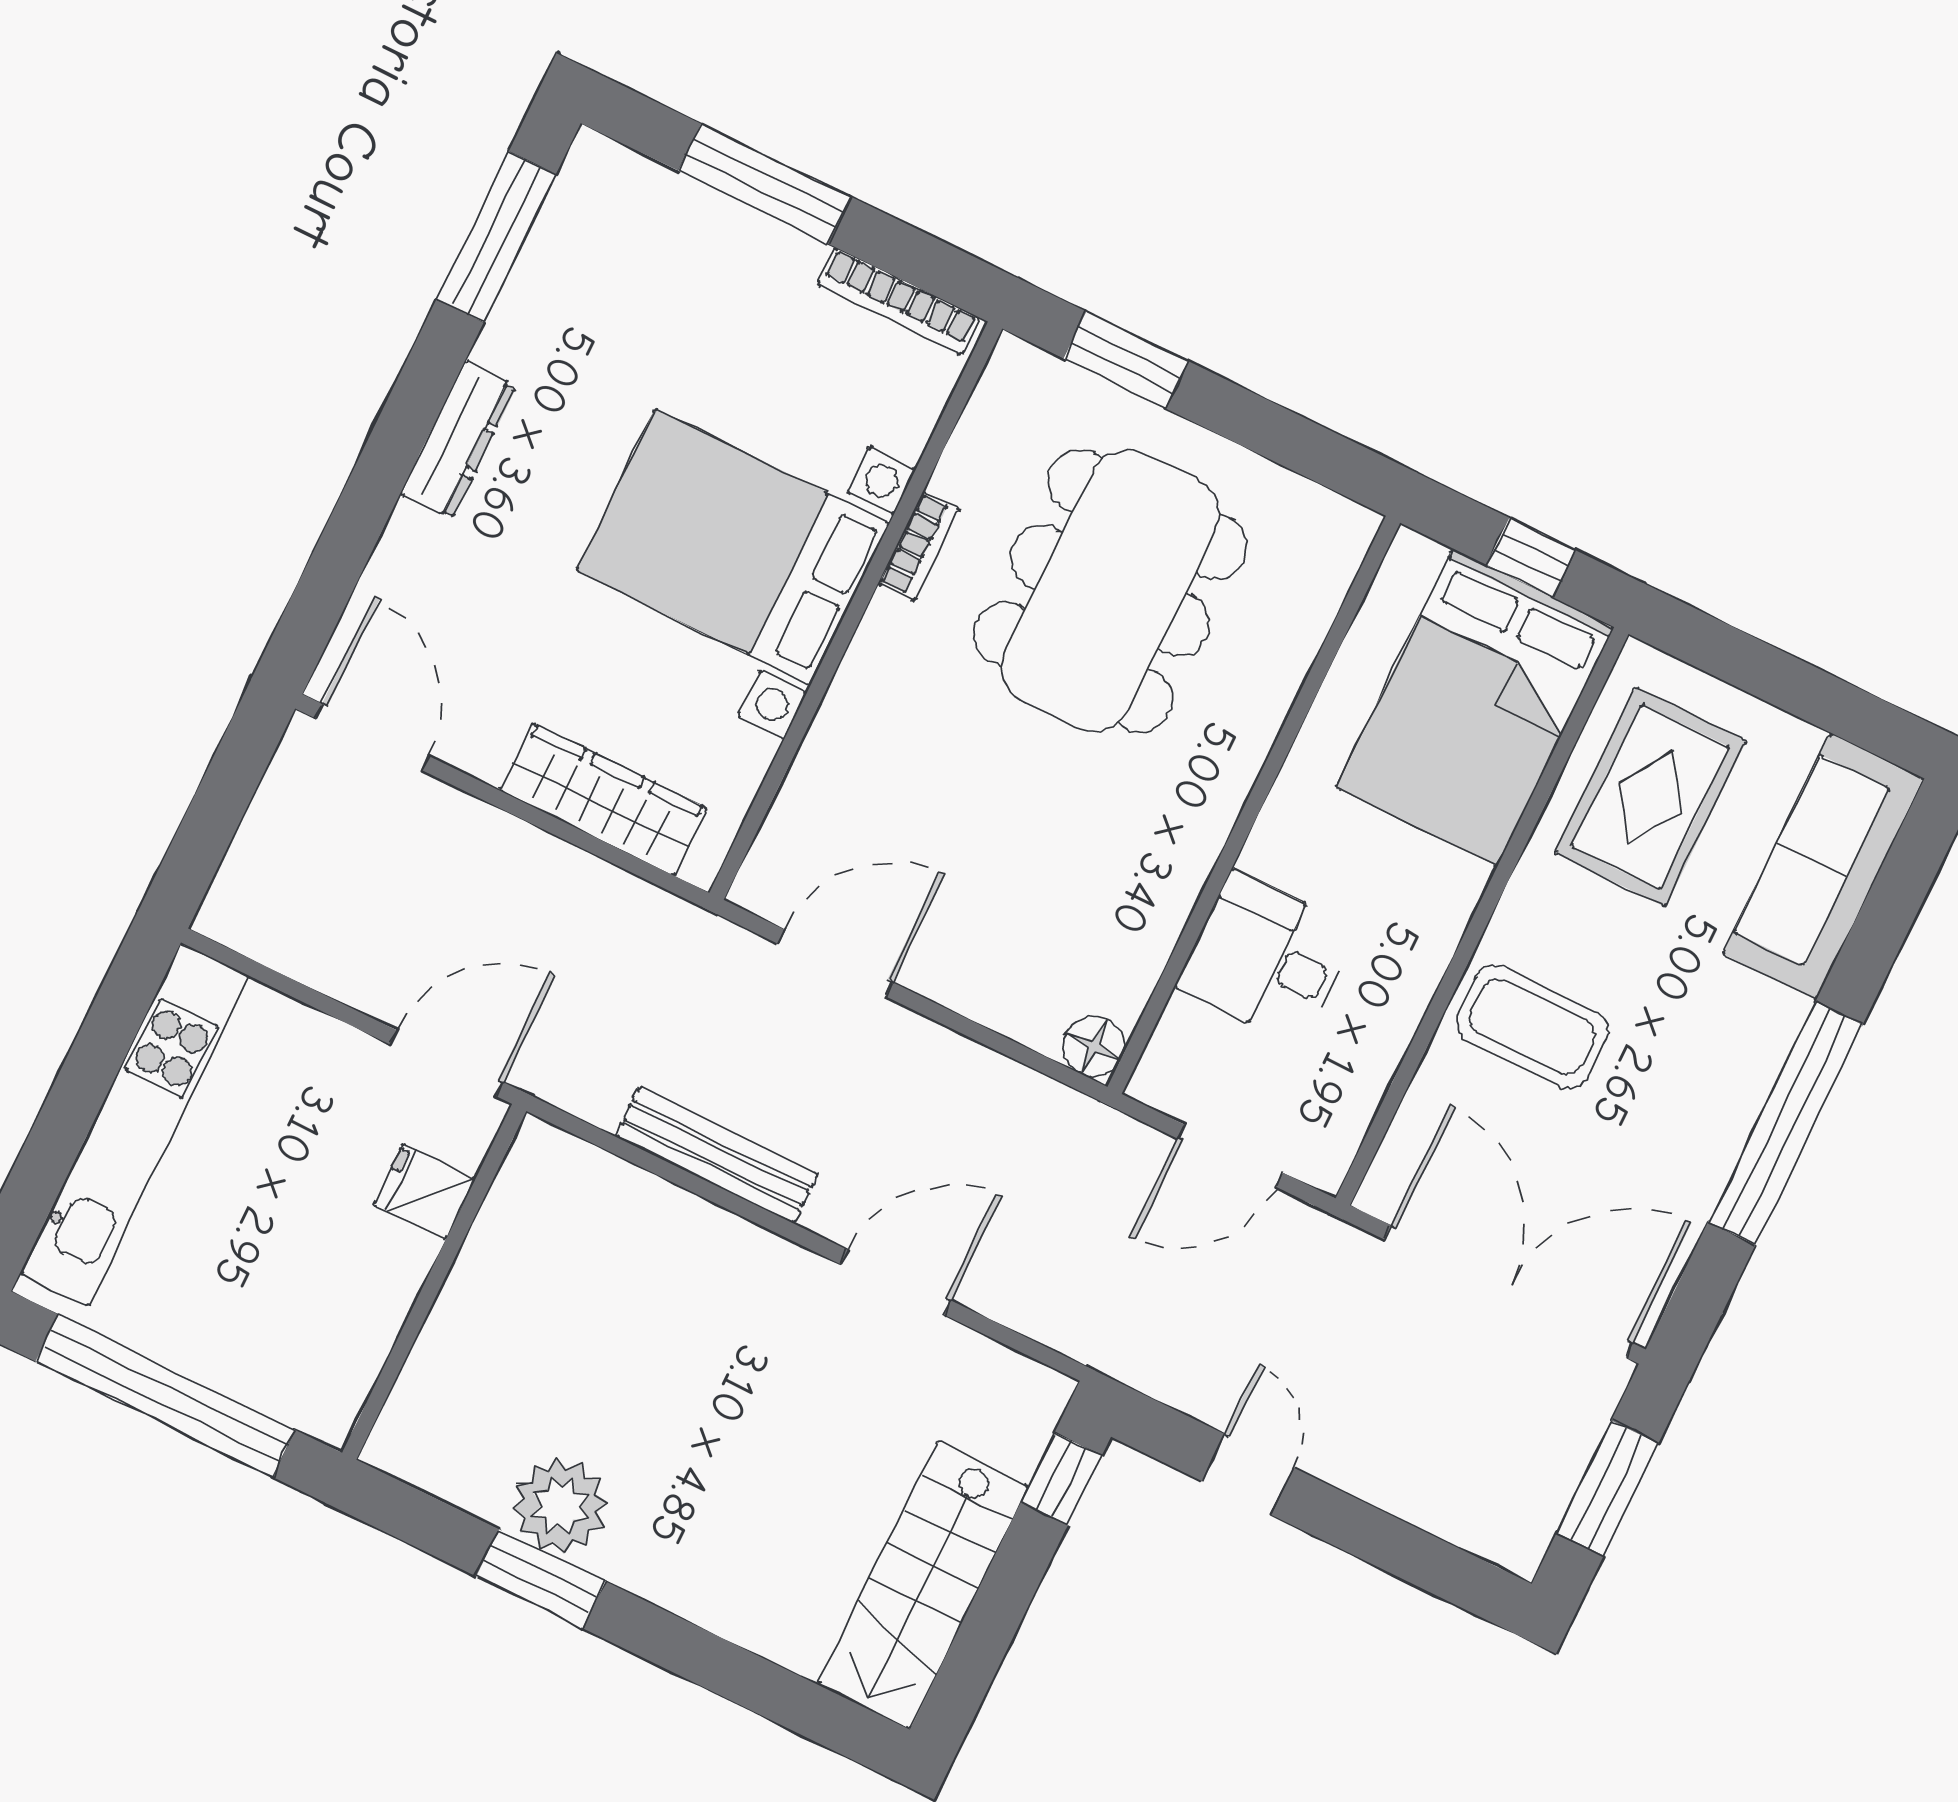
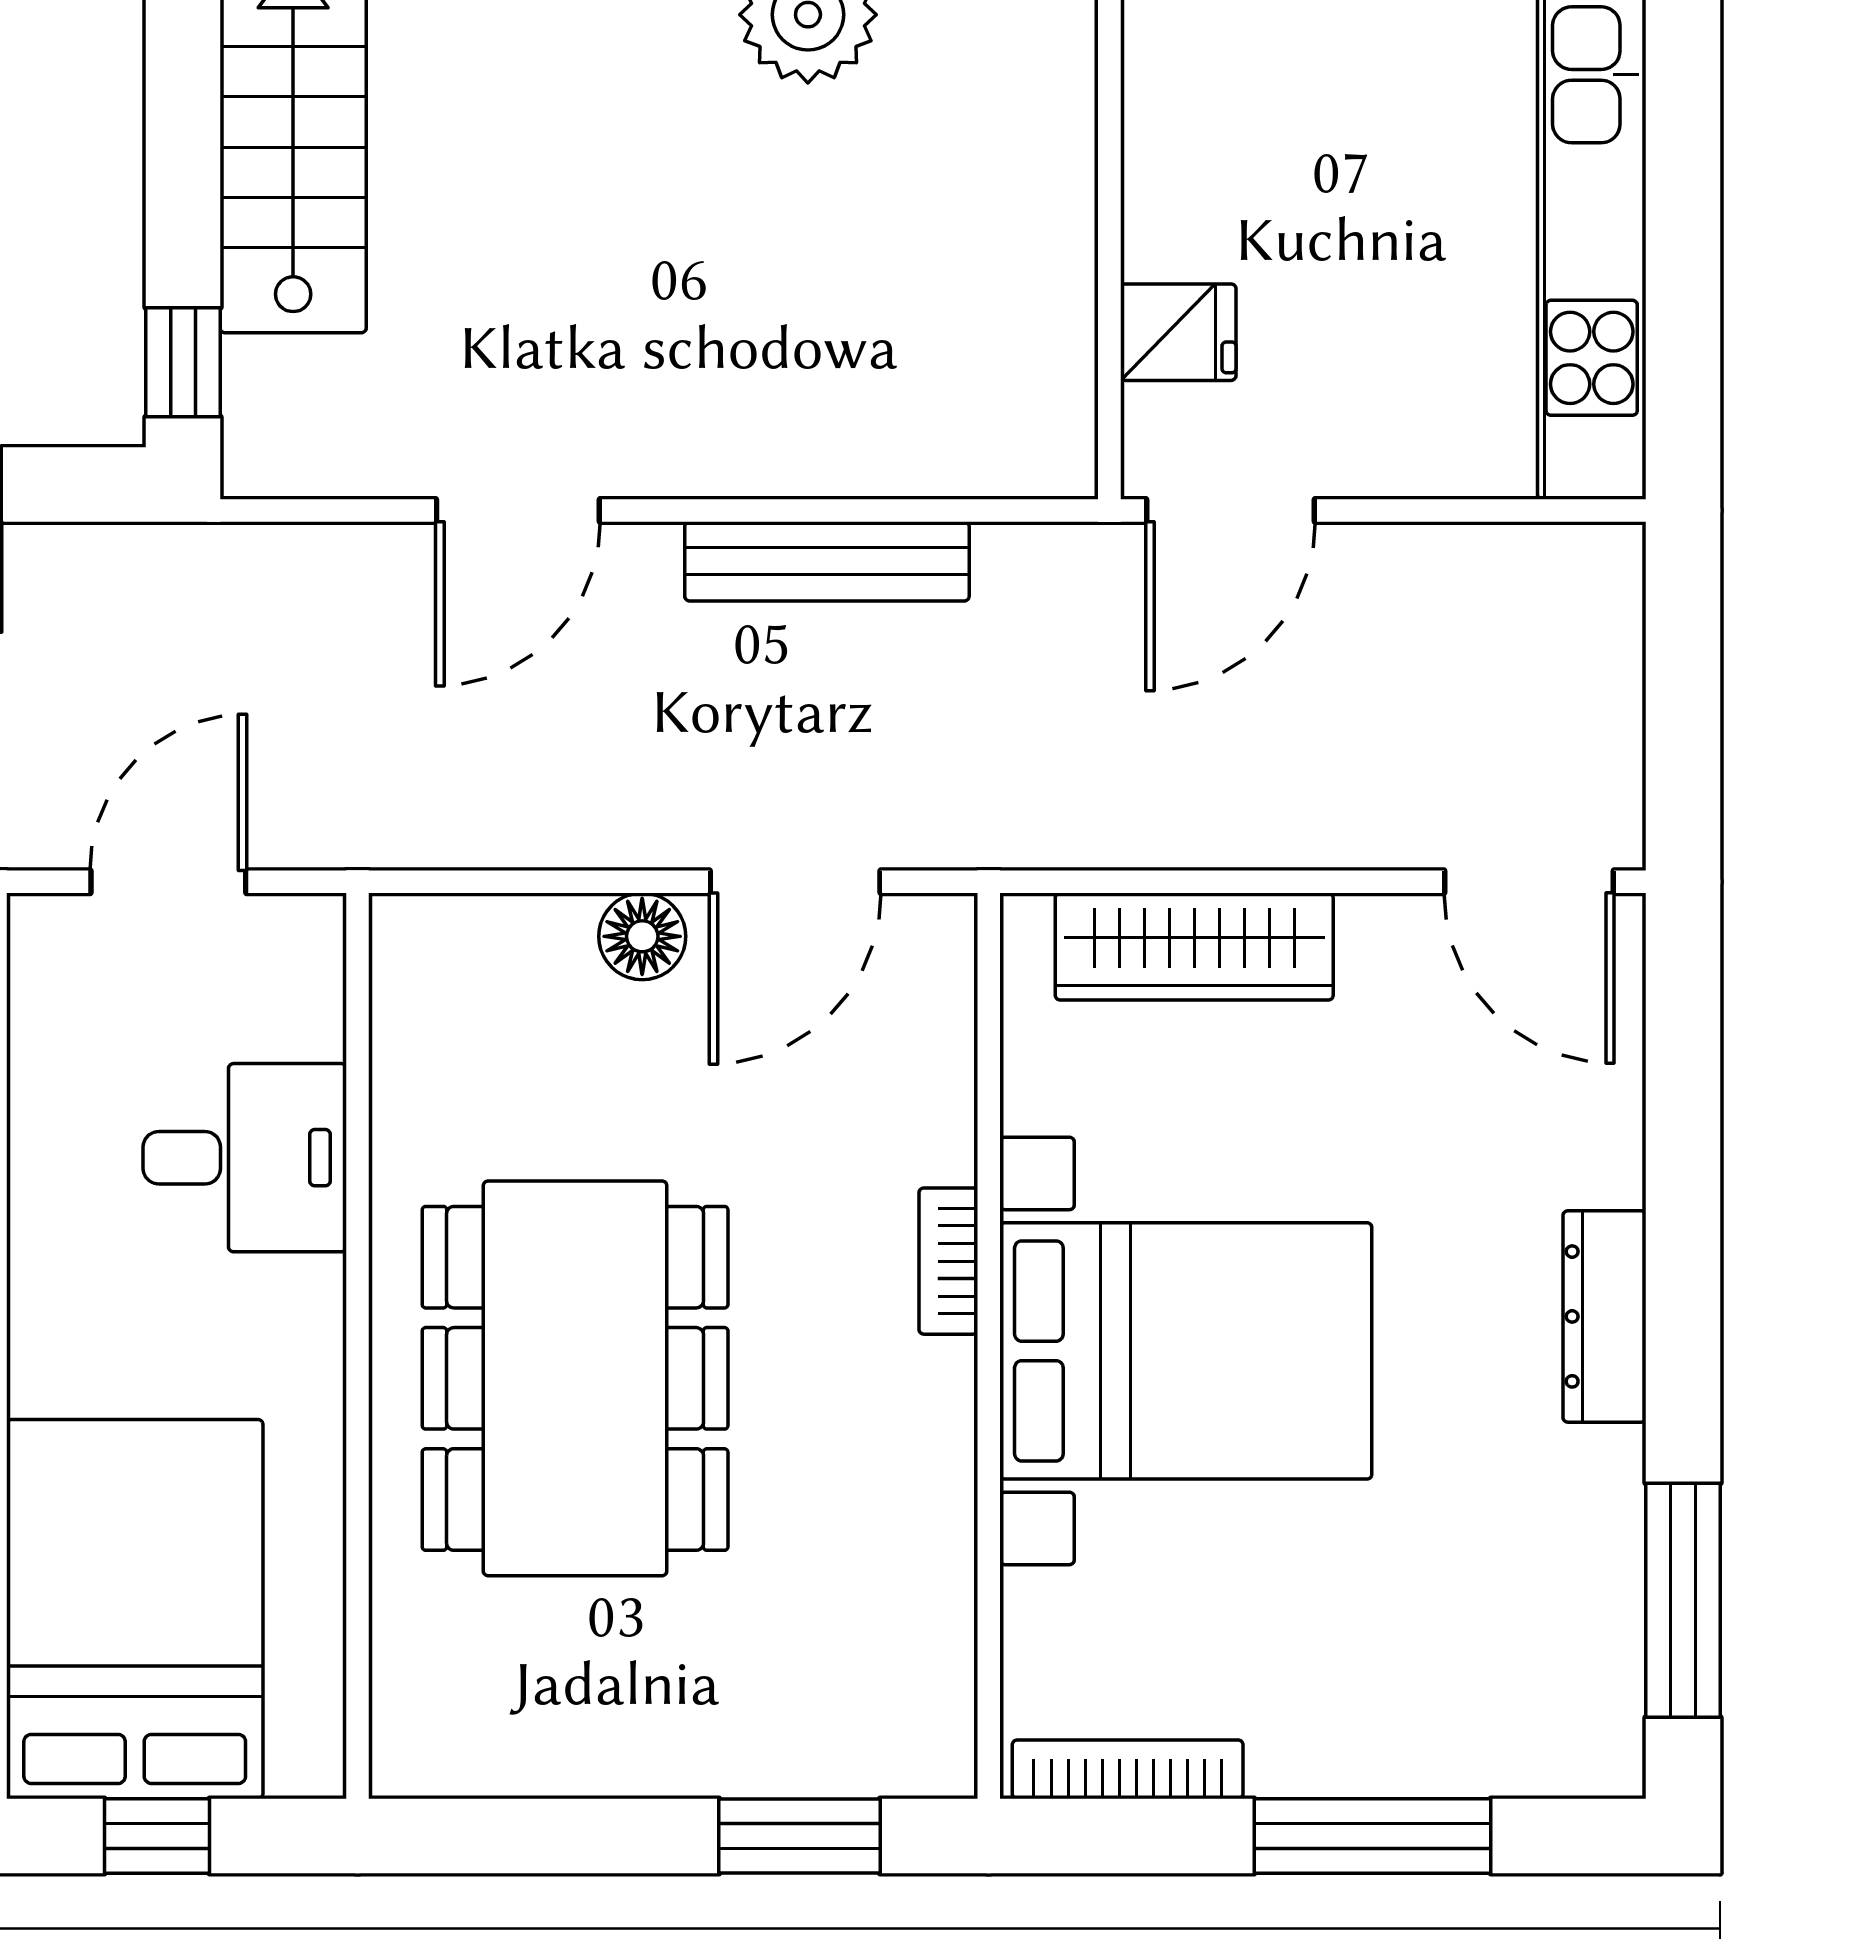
bookcase: (919, 546) -> (948, 1261), moved
dining table: (1110, 591) -> (575, 1378), moved
floor lamp: (1093, 1046) -> (642, 936), moved

